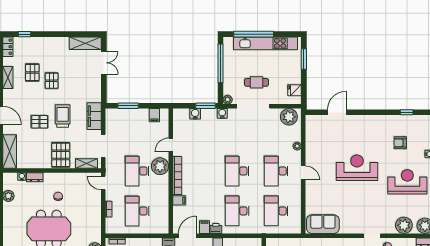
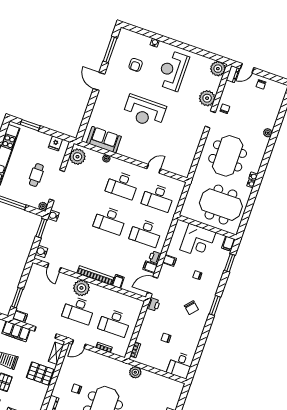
door: (337, 112) -> (99, 81), moved
window: (407, 112) -> (110, 50), width x2.17
water cooler: (195, 114) -> (41, 251), moved
filing cabinet: (154, 115) -> (20, 316), moved
door: (171, 145) -> (54, 268), moved
reception desk: (357, 168) -> (144, 111), turned -90
door: (303, 173) -> (154, 169), moved
sofa: (323, 224) -> (104, 140), moved, turned 90
plant: (404, 225) -> (207, 98), moved
door: (187, 236) -> (152, 285), hinge flipped

